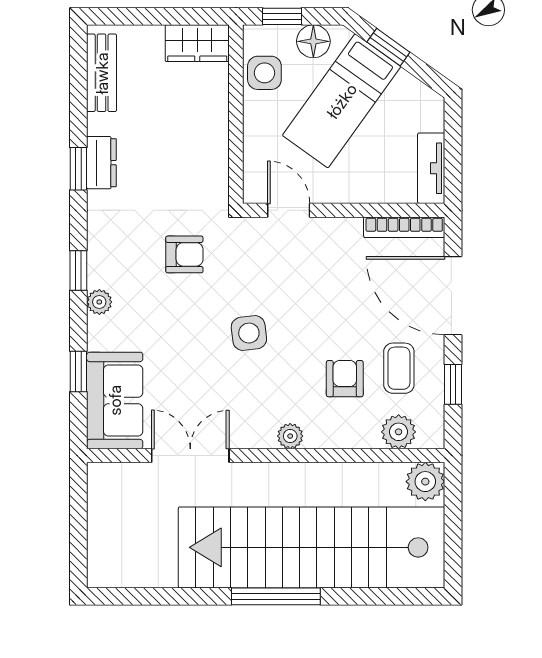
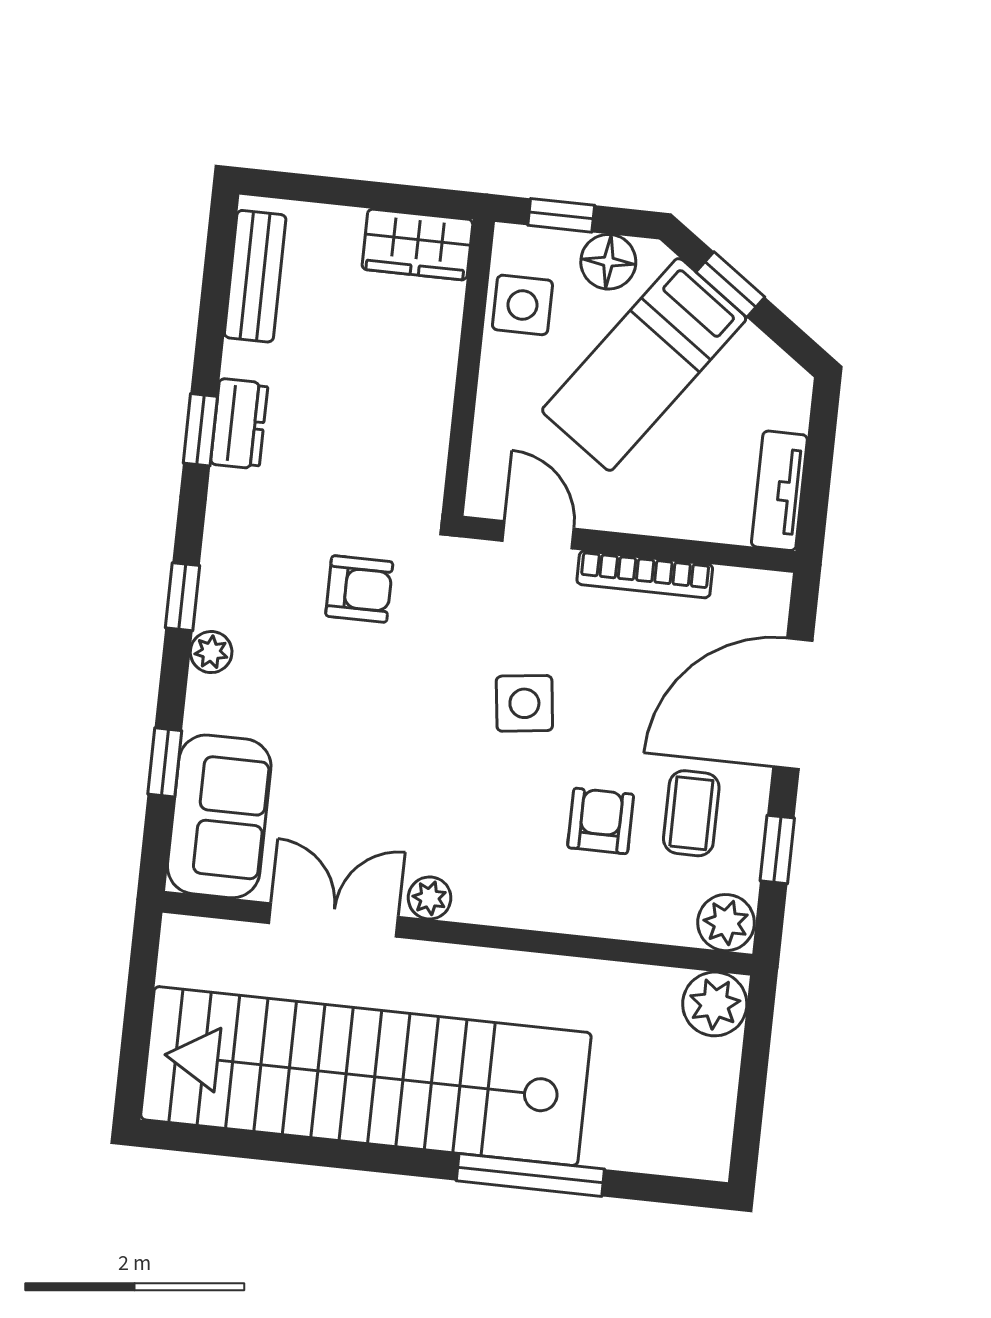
bookcase: (404, 227) -> (645, 574), moved
door: (453, 296) -> (793, 704), hinge flipped
side table: (249, 333) -> (524, 703), moved
plant: (399, 432) -> (726, 923), moved
plant: (290, 436) -> (430, 898), moved
stairs: (312, 547) -> (366, 1076), moved
window: (276, 596) -> (530, 1175), moved

